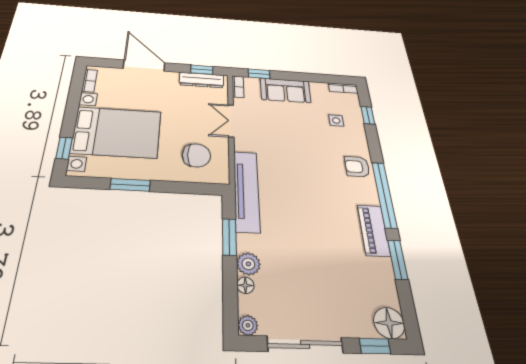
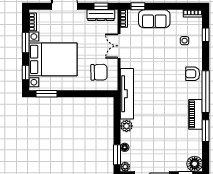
window: (72, 106) -> (26, 42), added
window: (130, 185) -> (47, 94), moved
window: (229, 237) -> (117, 155), moved
plant: (248, 264) -> (126, 126), moved

